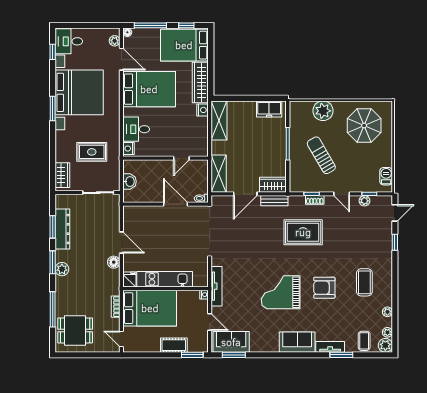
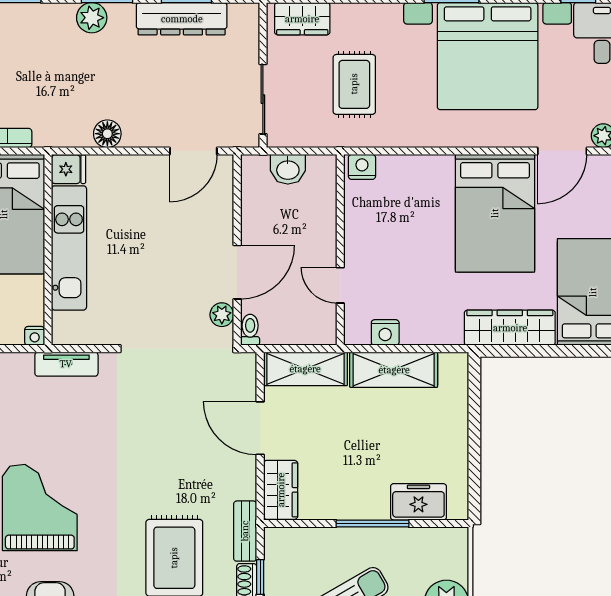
freezer: (269, 109) -> (418, 502), moved, turned 90
nightstand: (202, 110) -> (385, 332), moved
shelving: (219, 120) -> (394, 370), moved
desk: (136, 129) -> (405, 184), removed
bench: (274, 201) -> (245, 531), moved
plant: (195, 211) -> (222, 315), added
door: (121, 242) -> (193, 151), moved
tv unit: (217, 286) -> (66, 364), width x0.71

